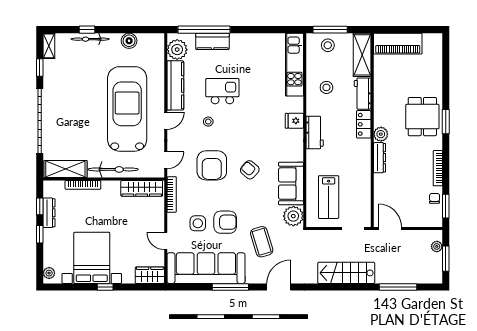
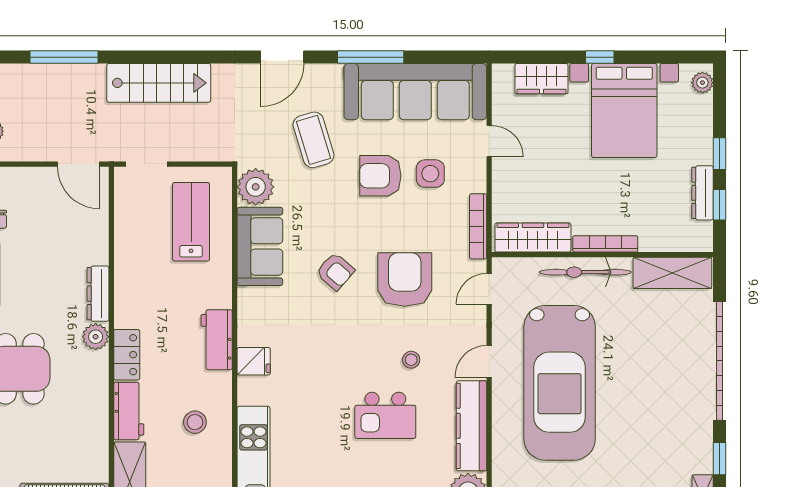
bookcase: (83, 185) -> (605, 244), moved
wardrobe: (150, 275) -> (542, 79), moved

